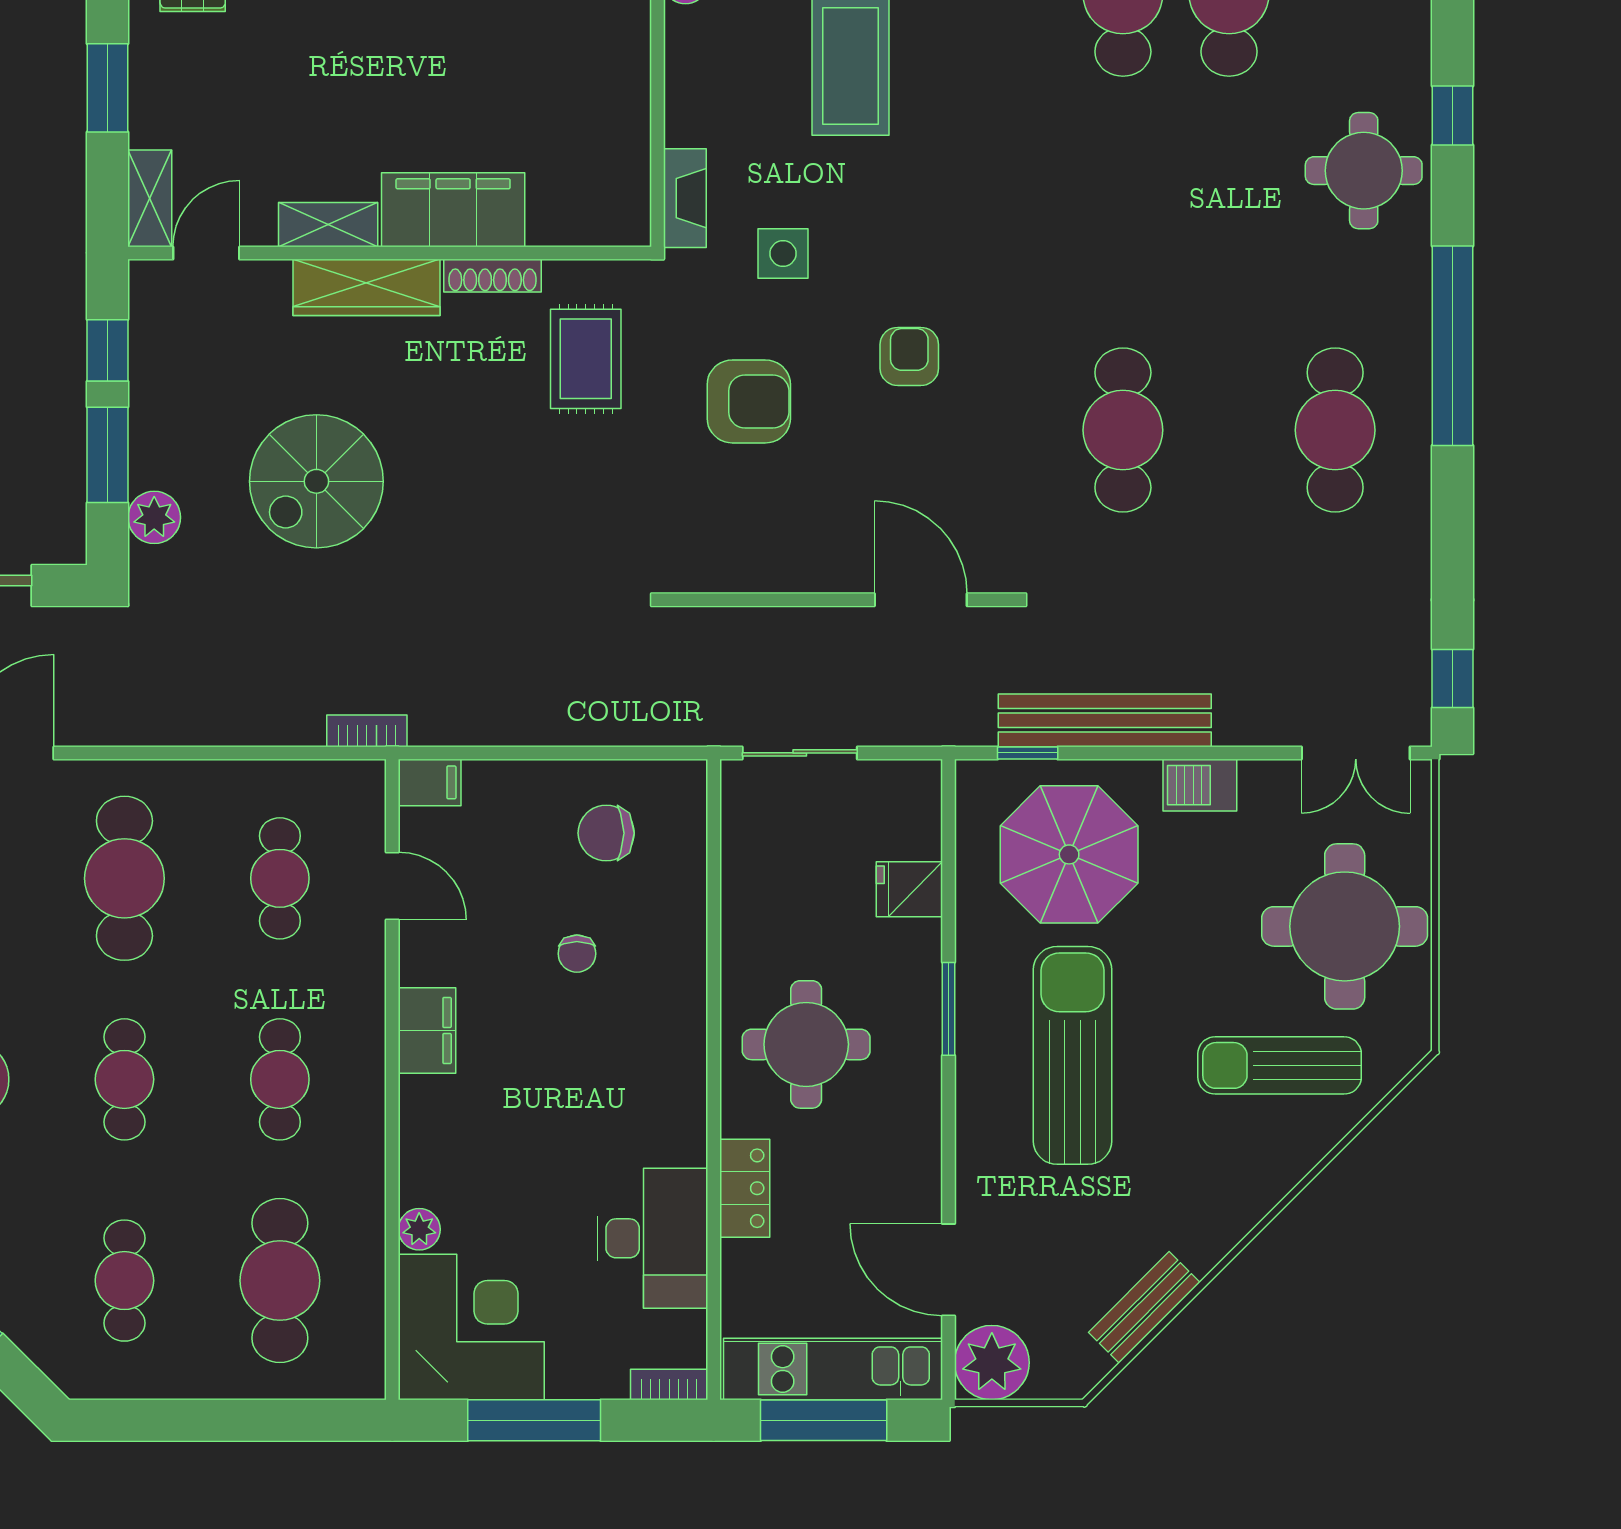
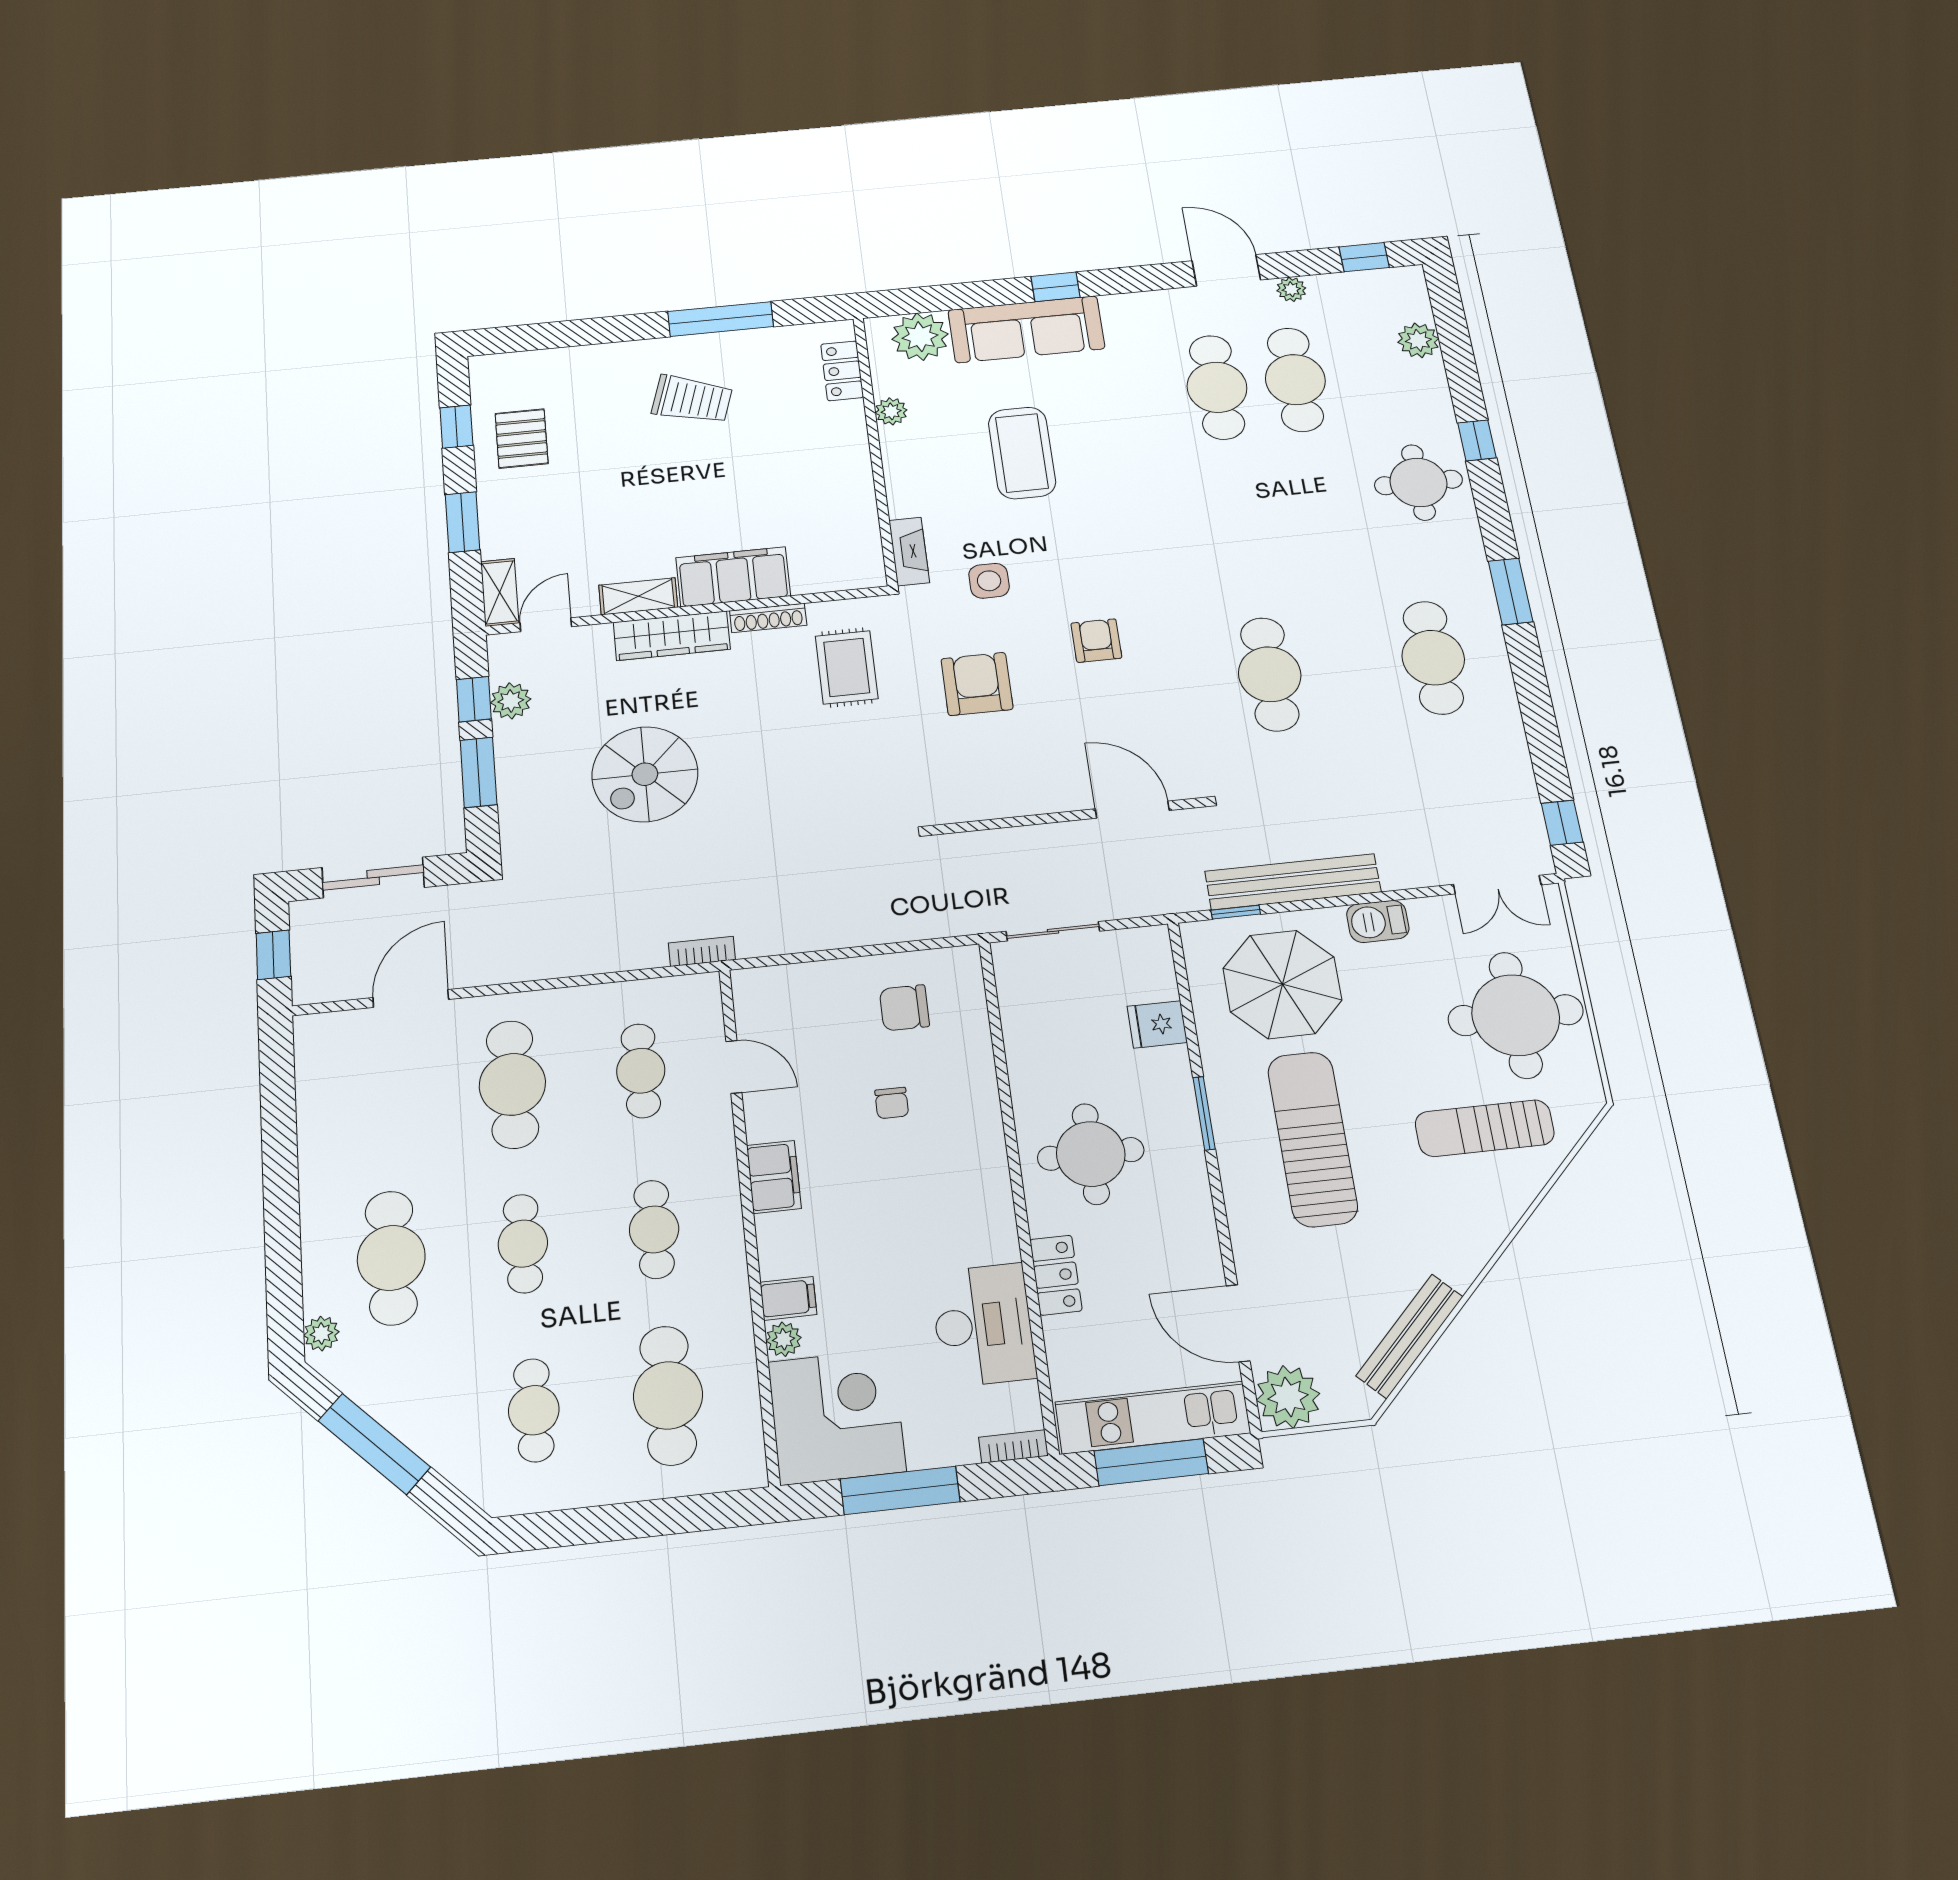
window: (1452, 346) -> (1511, 591), width x0.47
armchair: (749, 401) -> (977, 684), turned -90
plant: (154, 517) -> (511, 701), moved
filing cabinet: (430, 782) -> (788, 1298), moved
bench: (1144, 1307) -> (1410, 1336), width x1.36

